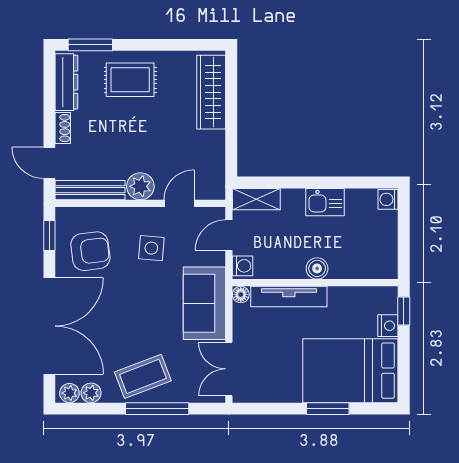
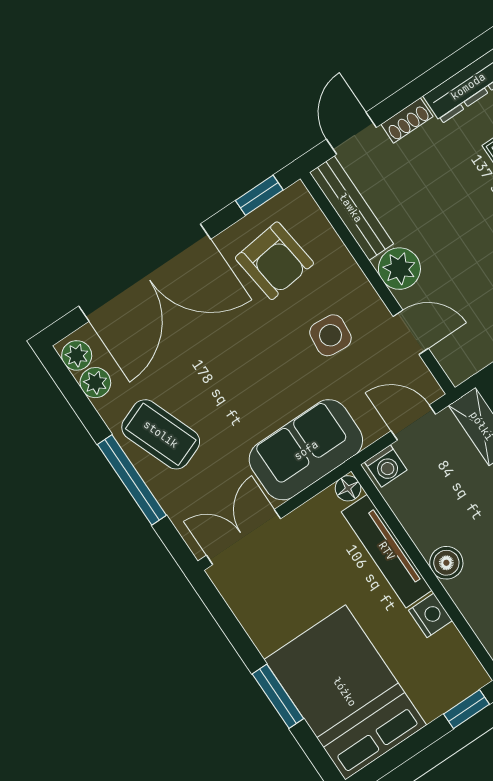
nightstand: (388, 326) -> (430, 615), moved, turned -90

